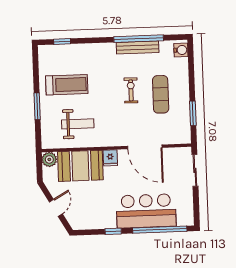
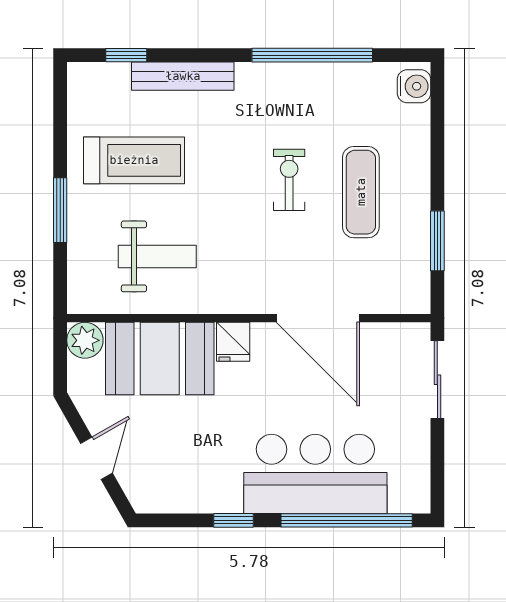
bench: (138, 47) -> (183, 76), moved

